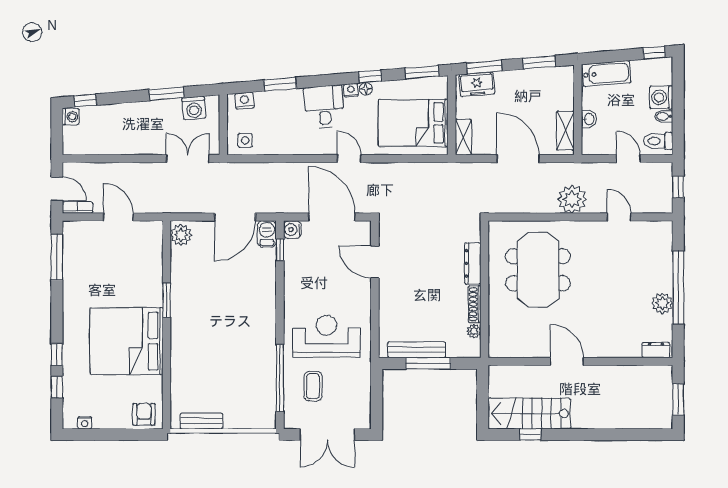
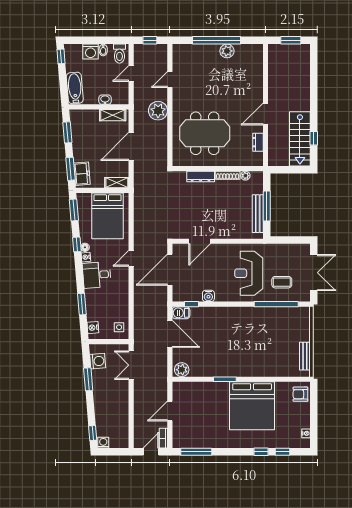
water cooler: (292, 230) -> (208, 296), moved
dresser: (656, 350) -> (258, 142), moved

